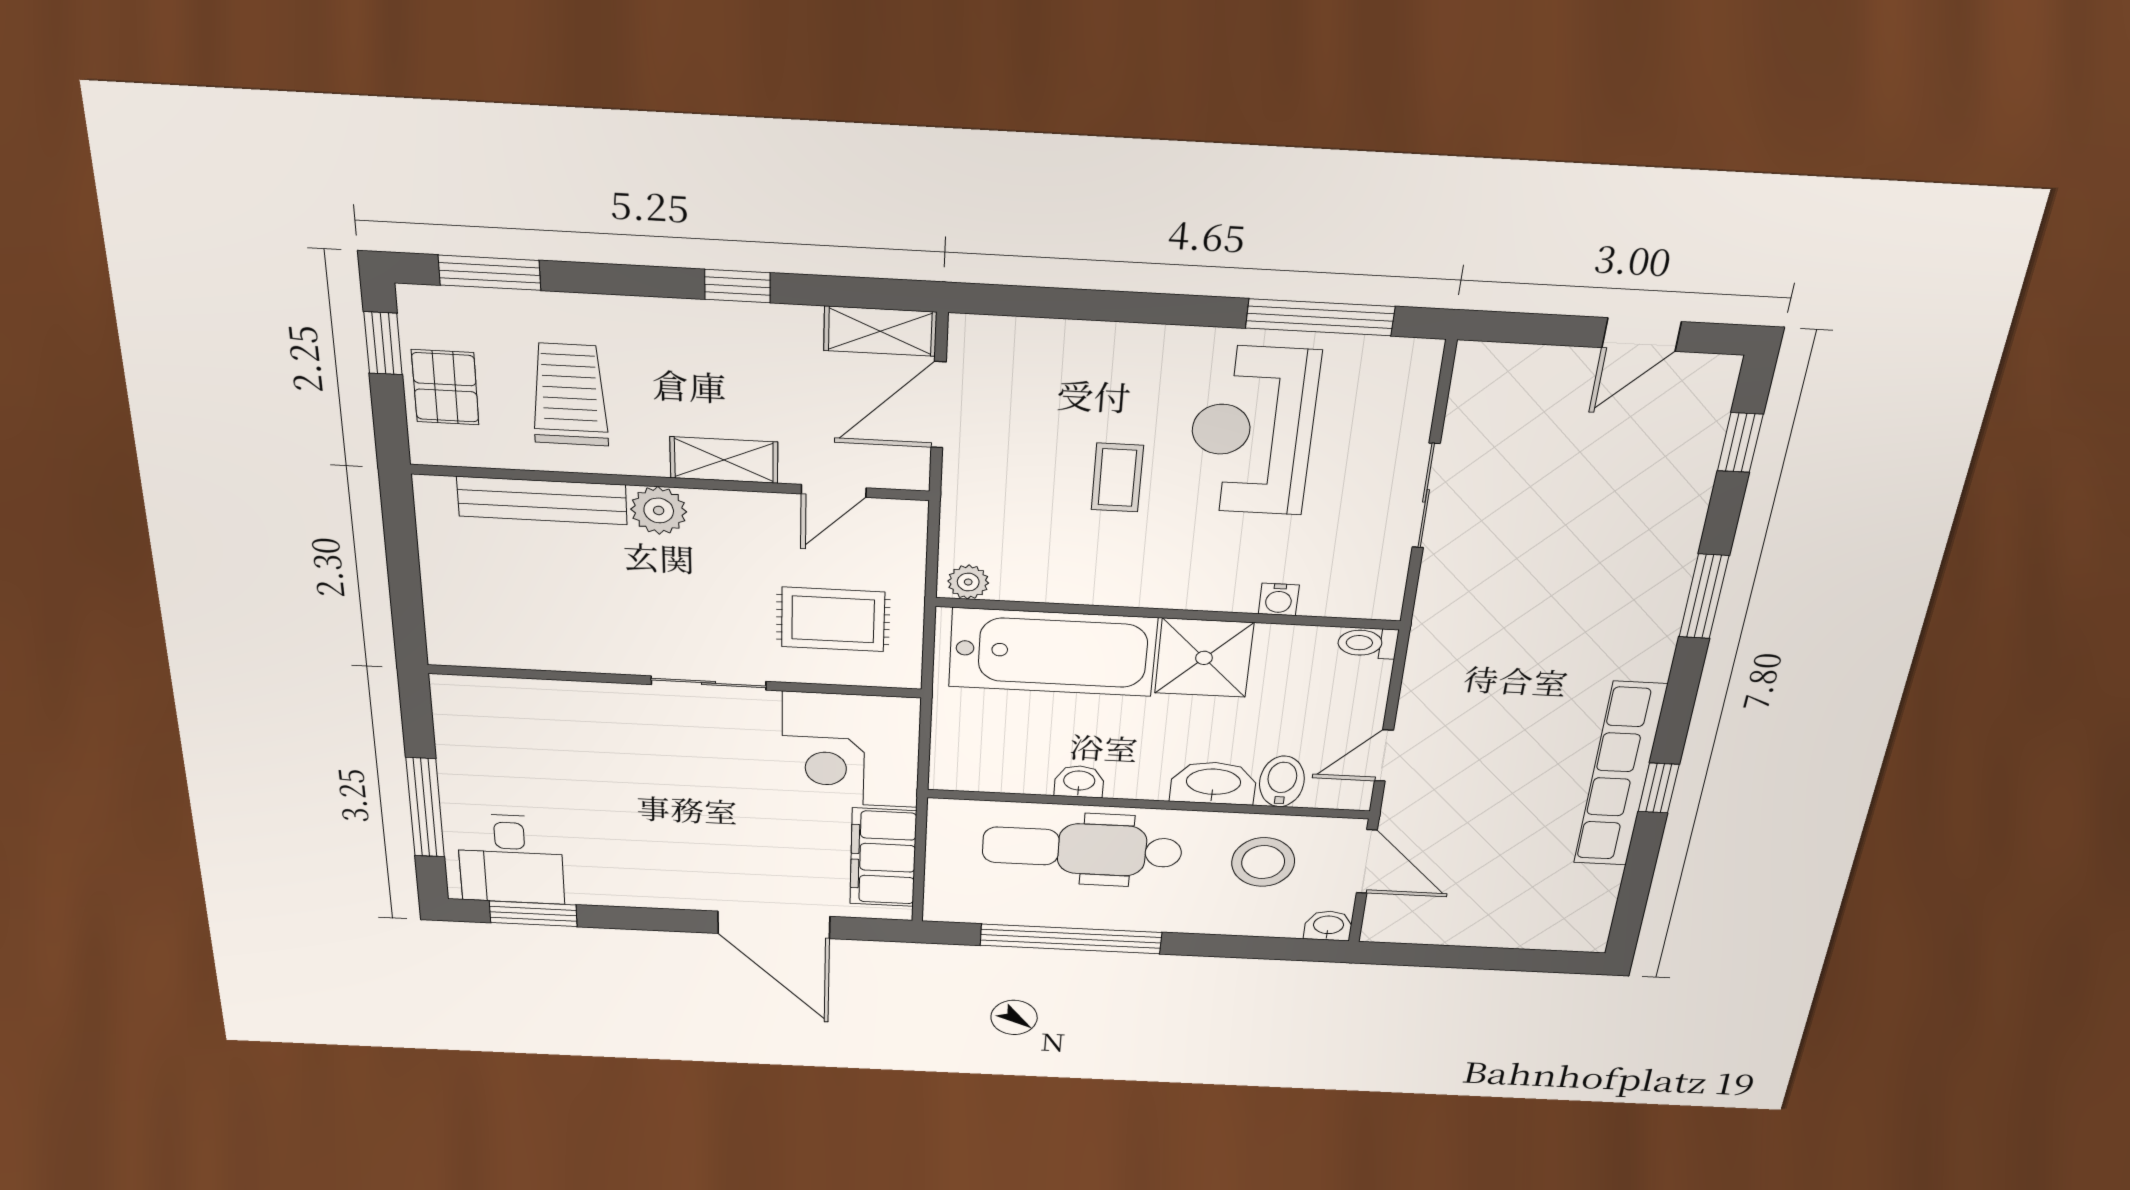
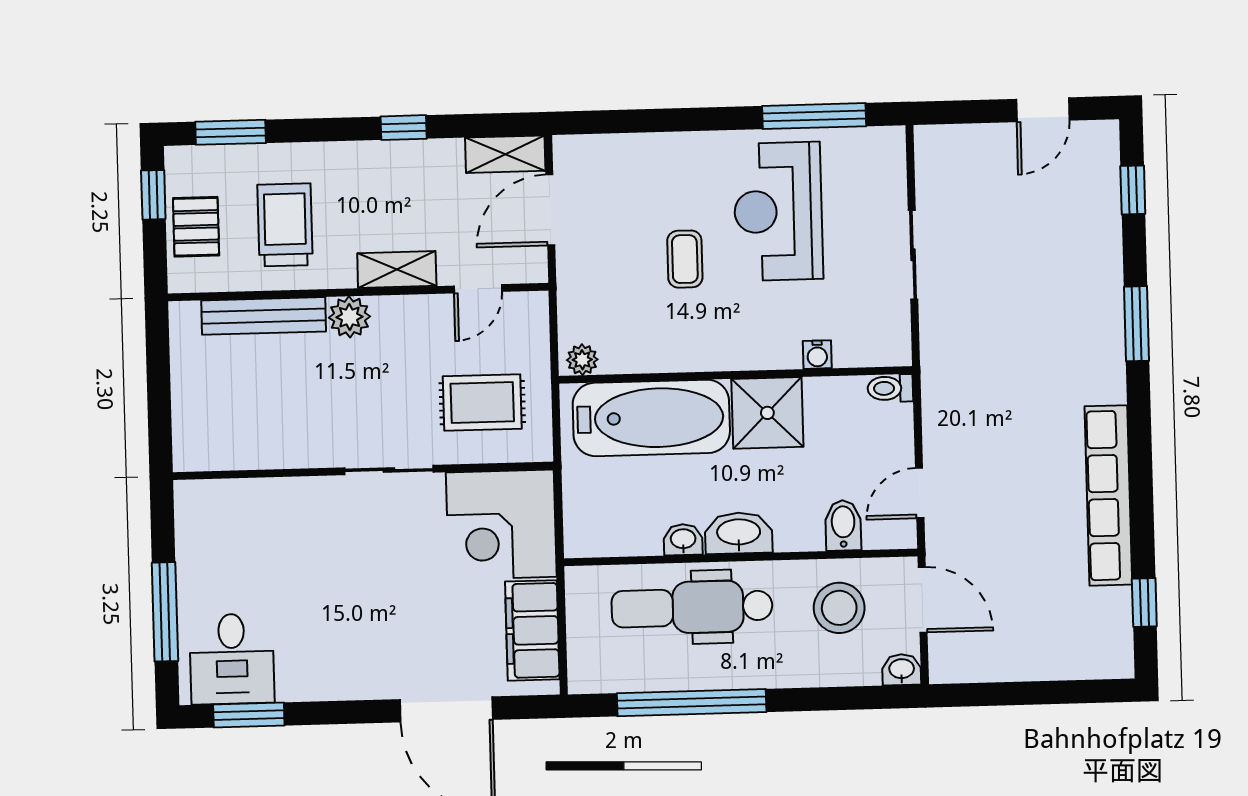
washbasin: (1213, 783) -> (739, 533), moved
window: (1659, 788) -> (1144, 602), moved

